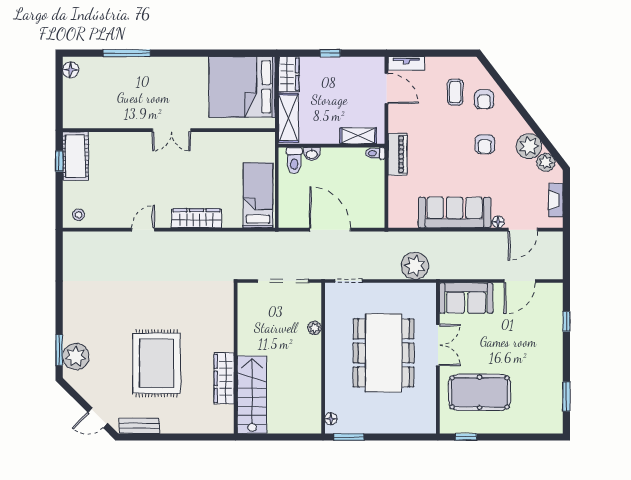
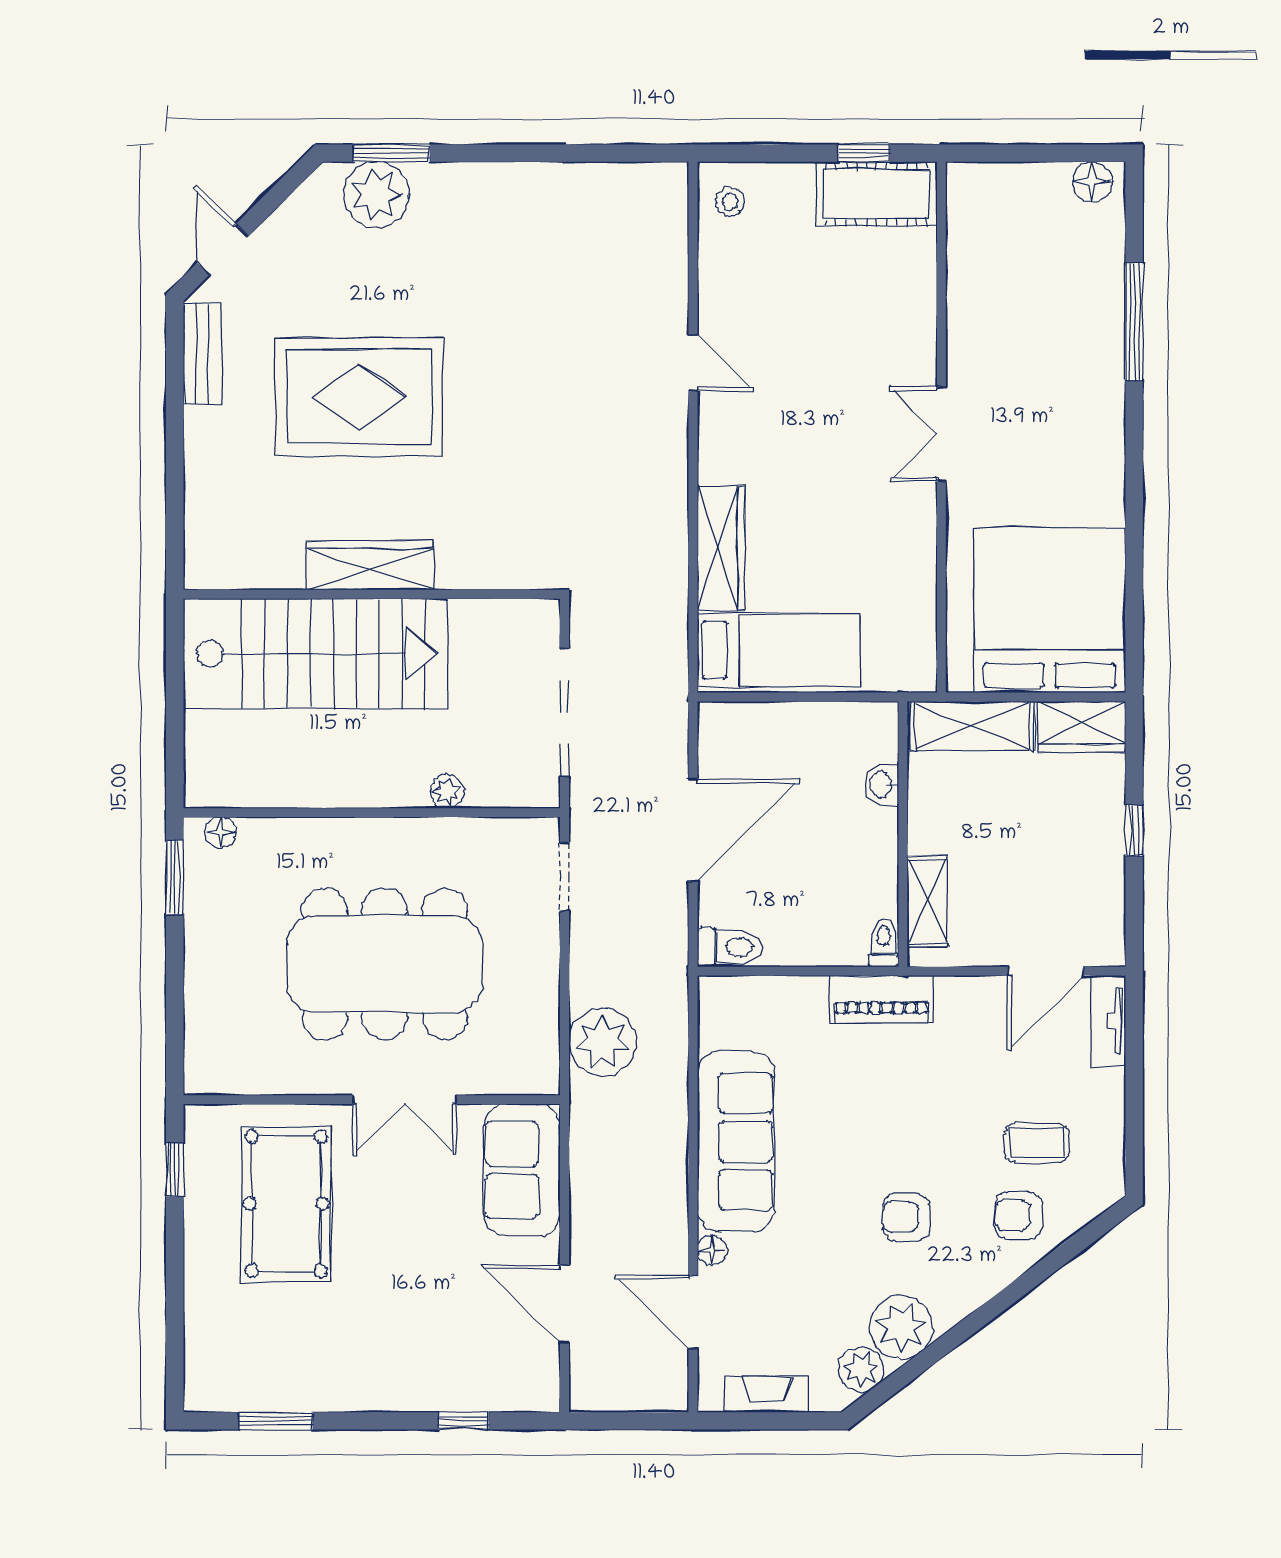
toilet: (294, 160) -> (730, 947), moved, turned 180
wardrobe: (197, 218) -> (721, 548), moved
wardrobe: (224, 378) -> (369, 565), moved
stairs: (252, 395) -> (316, 654), width x1.36, depth x1.51

